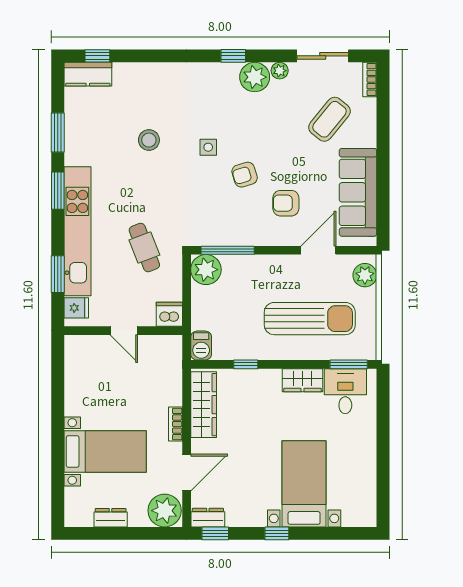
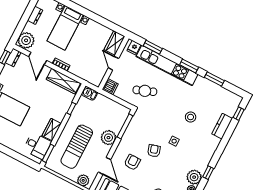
kitchen counter: (88, 74) -> (222, 126), moved
plant: (206, 270) -> (108, 138), moved
door: (124, 331) -> (113, 63), hinge flipped
wardrobe: (86, 348) -> (115, 43), added

